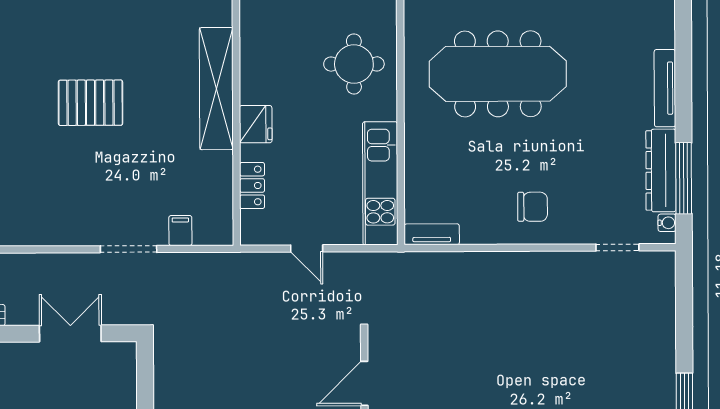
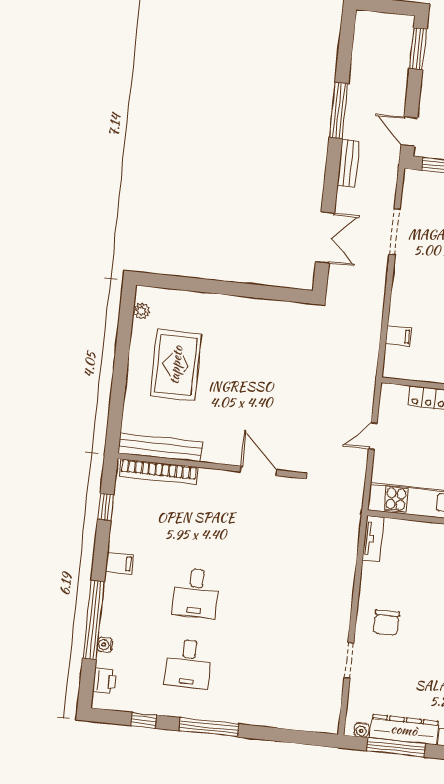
doorway: (617, 247) -> (349, 660), moved
doorway: (129, 249) -> (395, 232), moved

